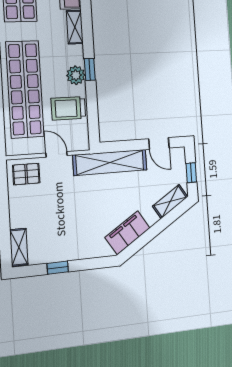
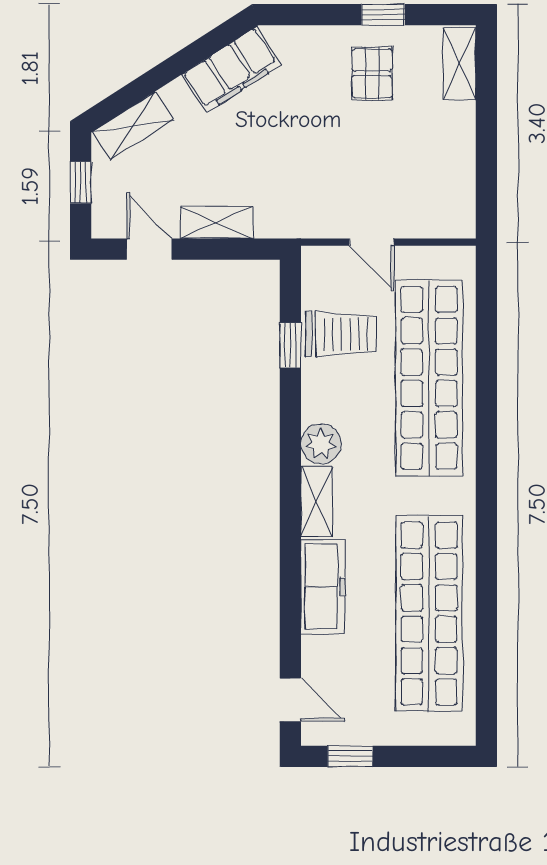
window: (90, 69) -> (290, 345), moved
plant: (76, 75) -> (321, 444), moved
shelving: (110, 163) -> (217, 222), width x0.45, depth x0.75
pallet: (26, 174) -> (372, 73), moved, turned 90

